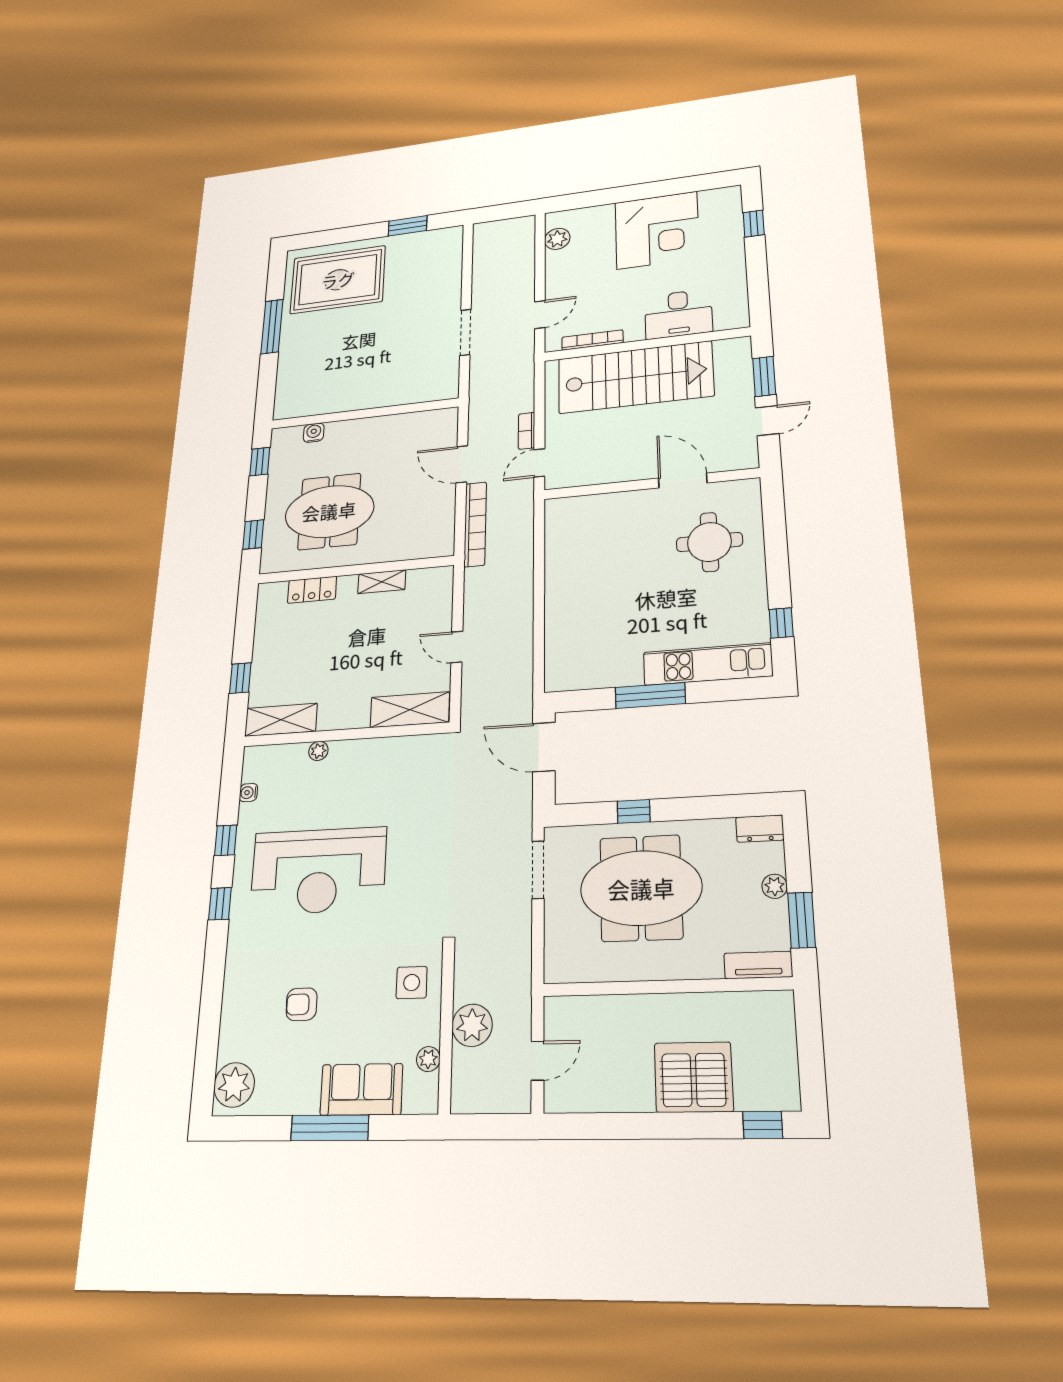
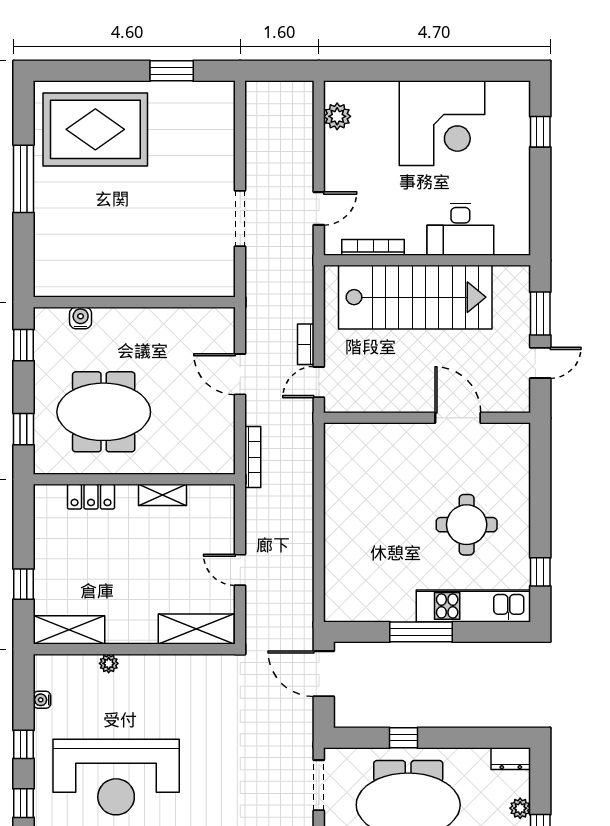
bookcase: (475, 524) -> (253, 457), width x0.68, depth x0.76
round table: (709, 542) -> (467, 525), moved

